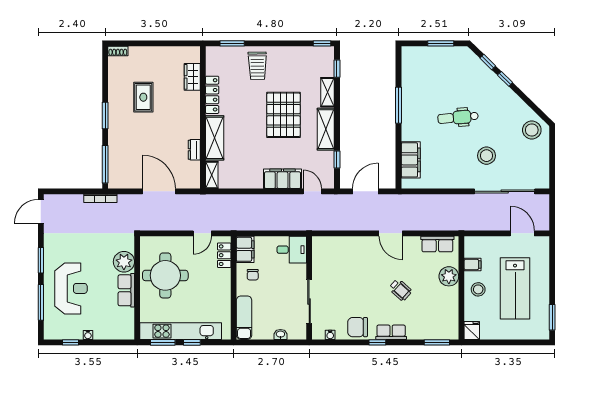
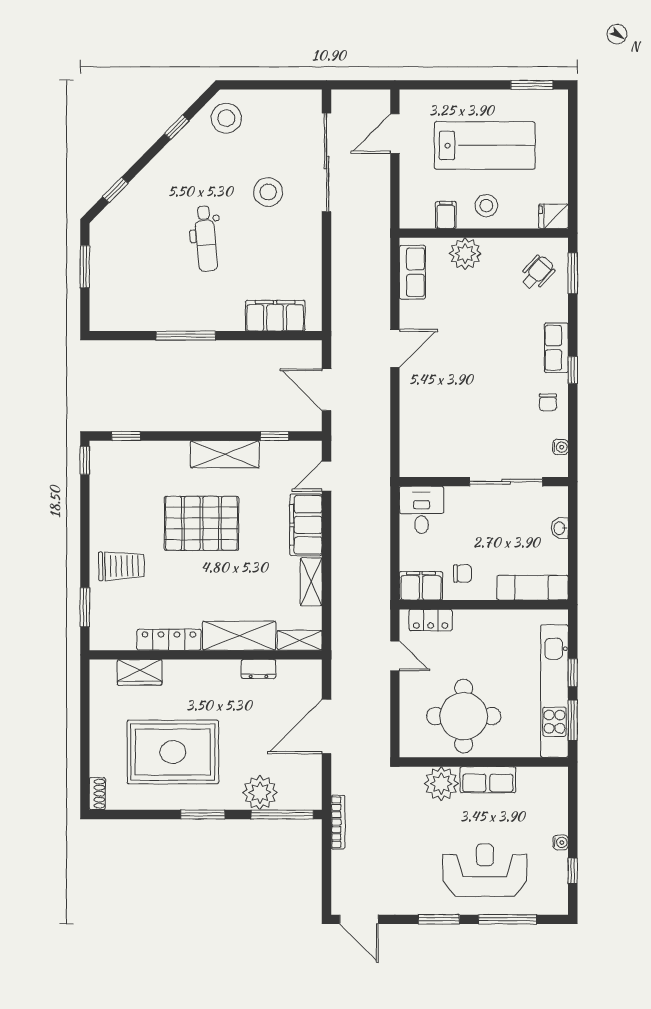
window: (505, 79) -> (177, 127), moved
shelving: (328, 92) -> (311, 582), moved, turned 90
rug: (143, 97) -> (173, 752), width x1.86, depth x2.06
plant: (118, 151) -> (260, 793), added
wheelchair: (400, 290) -> (537, 273), moved
chair: (358, 327) -> (548, 402), width x0.54, depth x0.54

